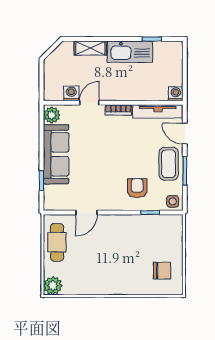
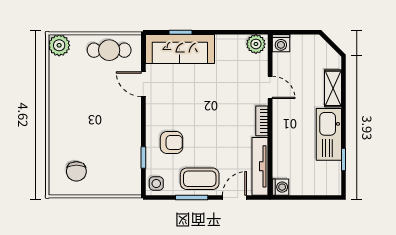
washing machine: (71, 93) -> (281, 43), moved, turned 90
sofa: (56, 154) -> (180, 49), moved

